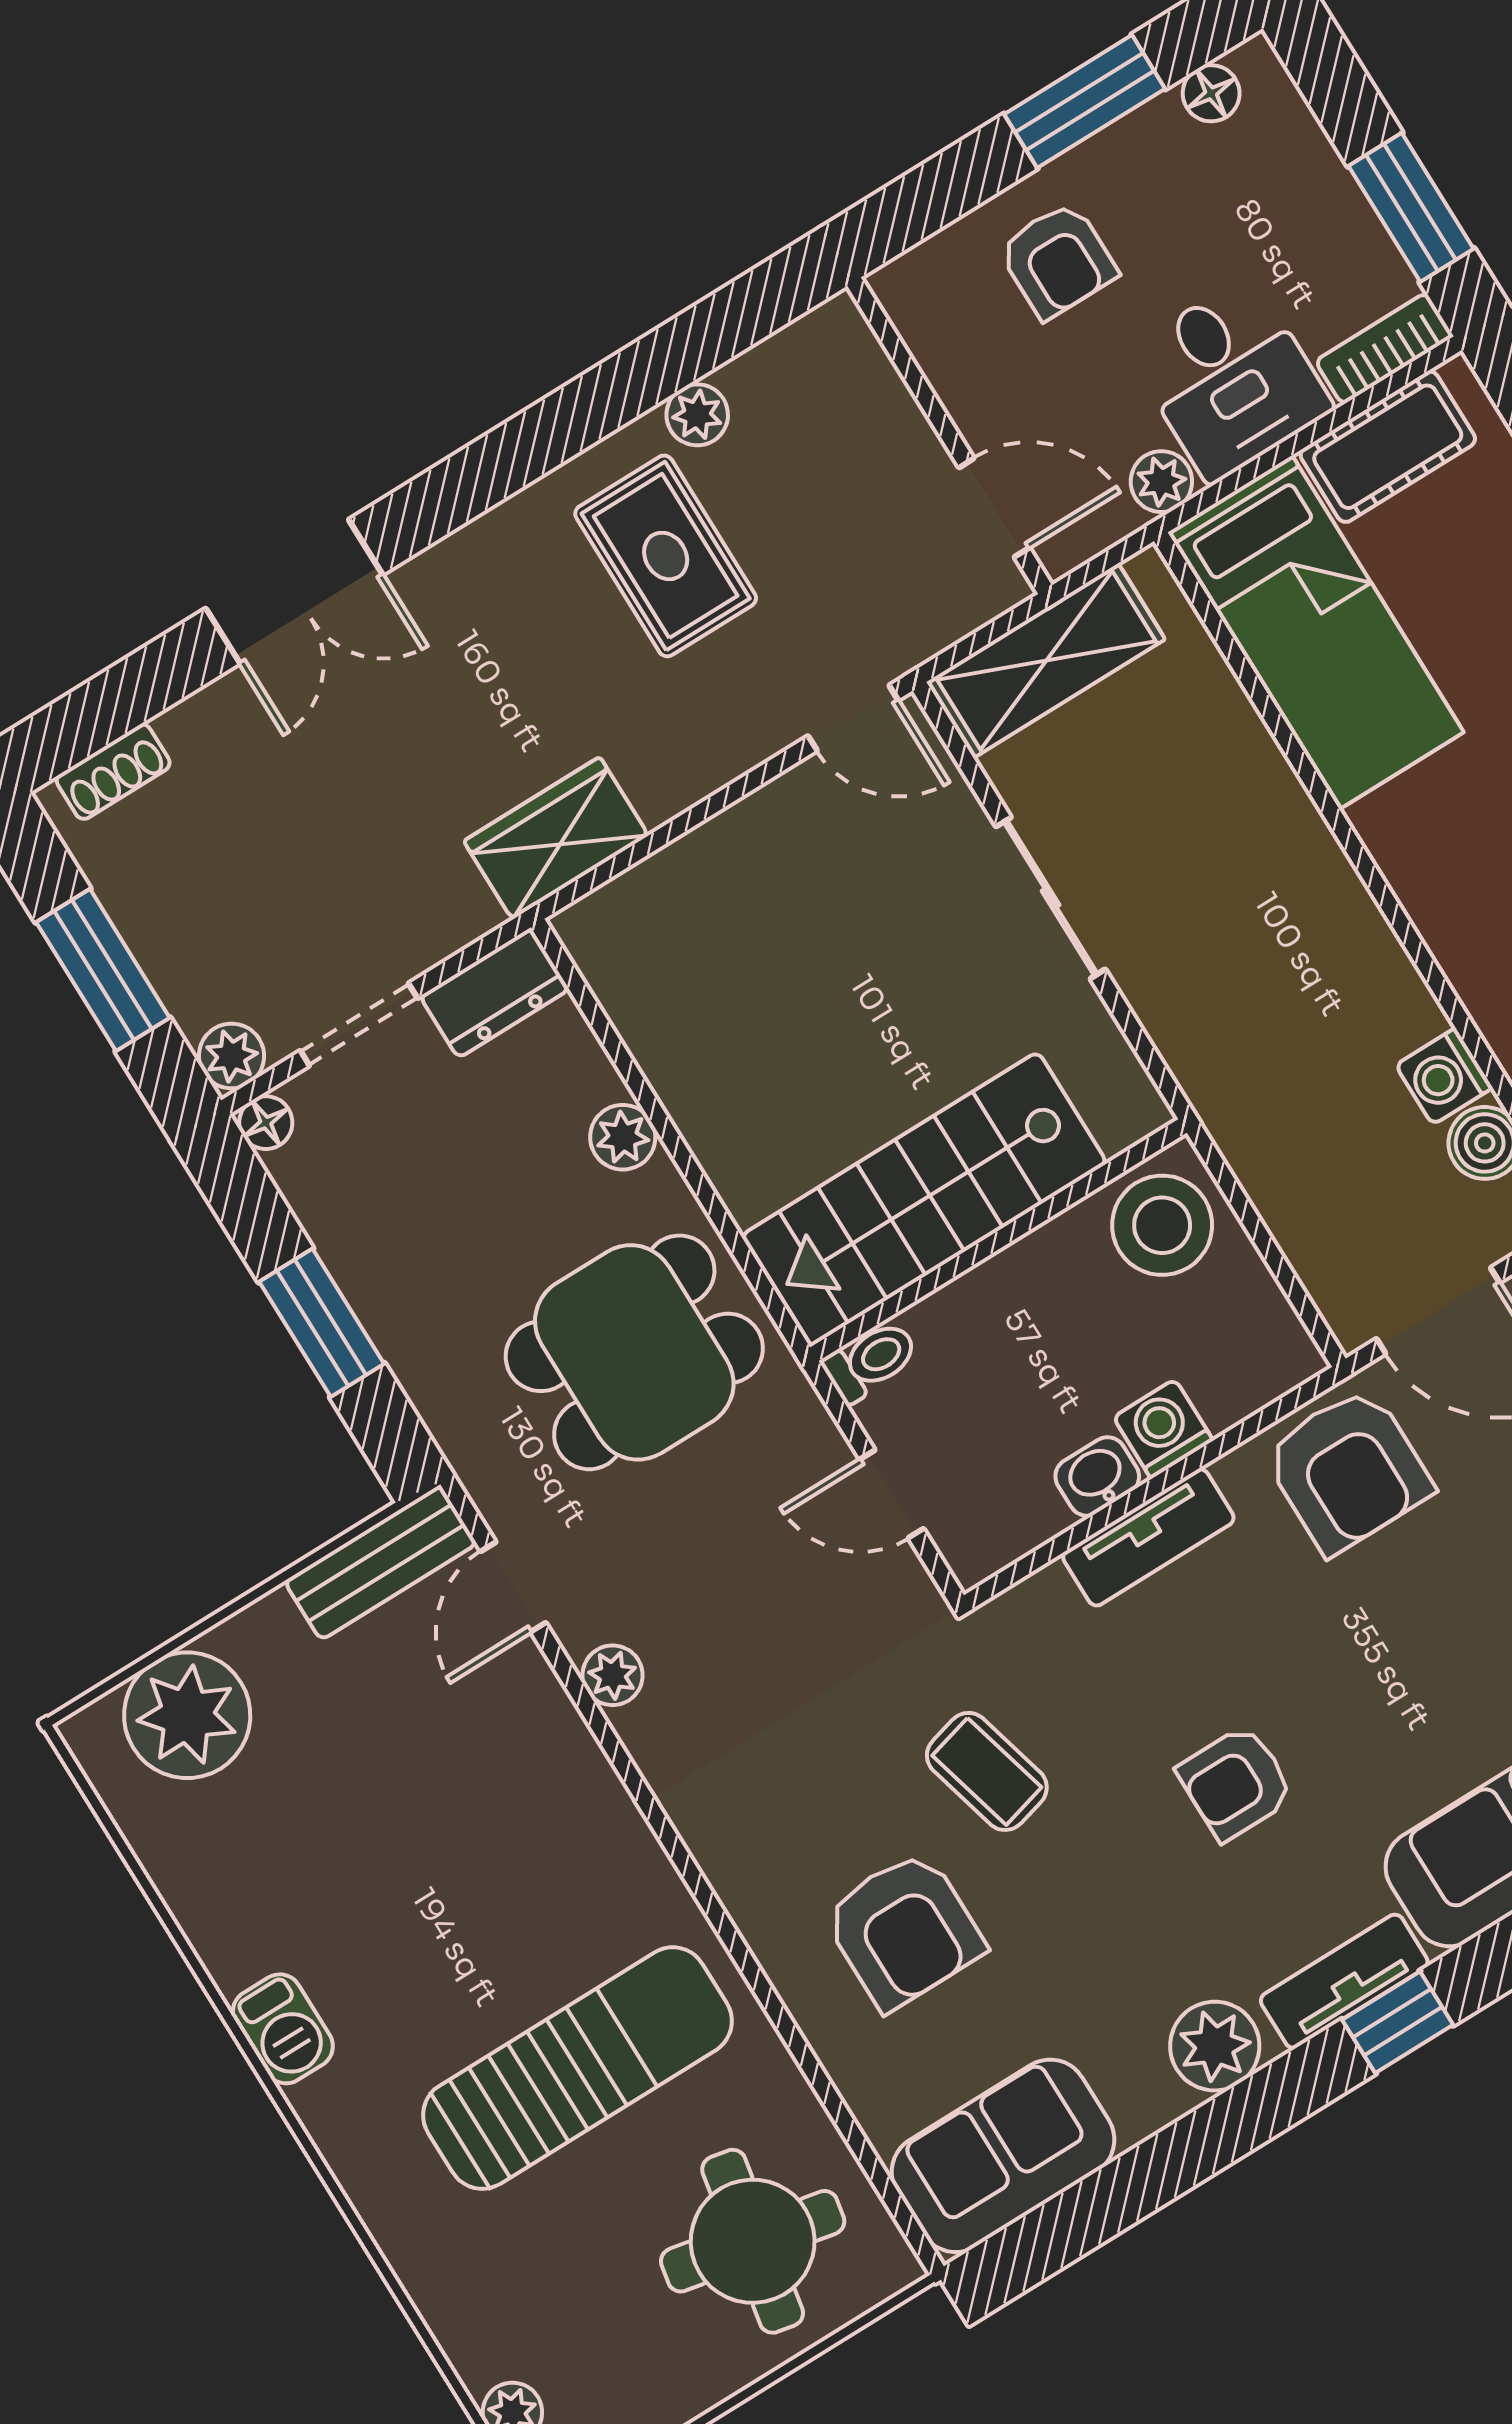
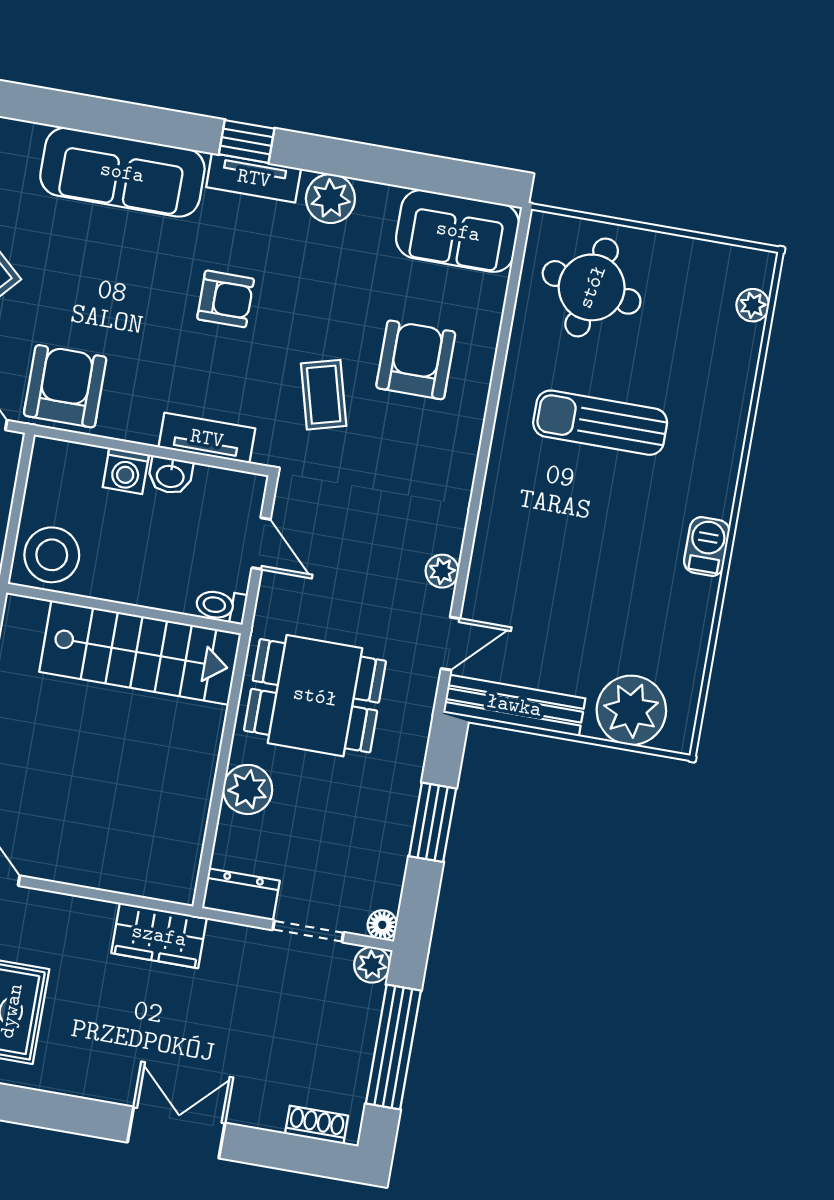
window: (103, 970) -> (393, 1047), width x1.44
plant: (623, 1137) -> (248, 789), width x1.38, depth x1.38
tv unit: (1148, 1537) -> (207, 438), moved
bench: (381, 1562) -> (514, 705), width x1.36
sun lounger: (577, 2068) -> (600, 423), width x0.73, depth x0.75

